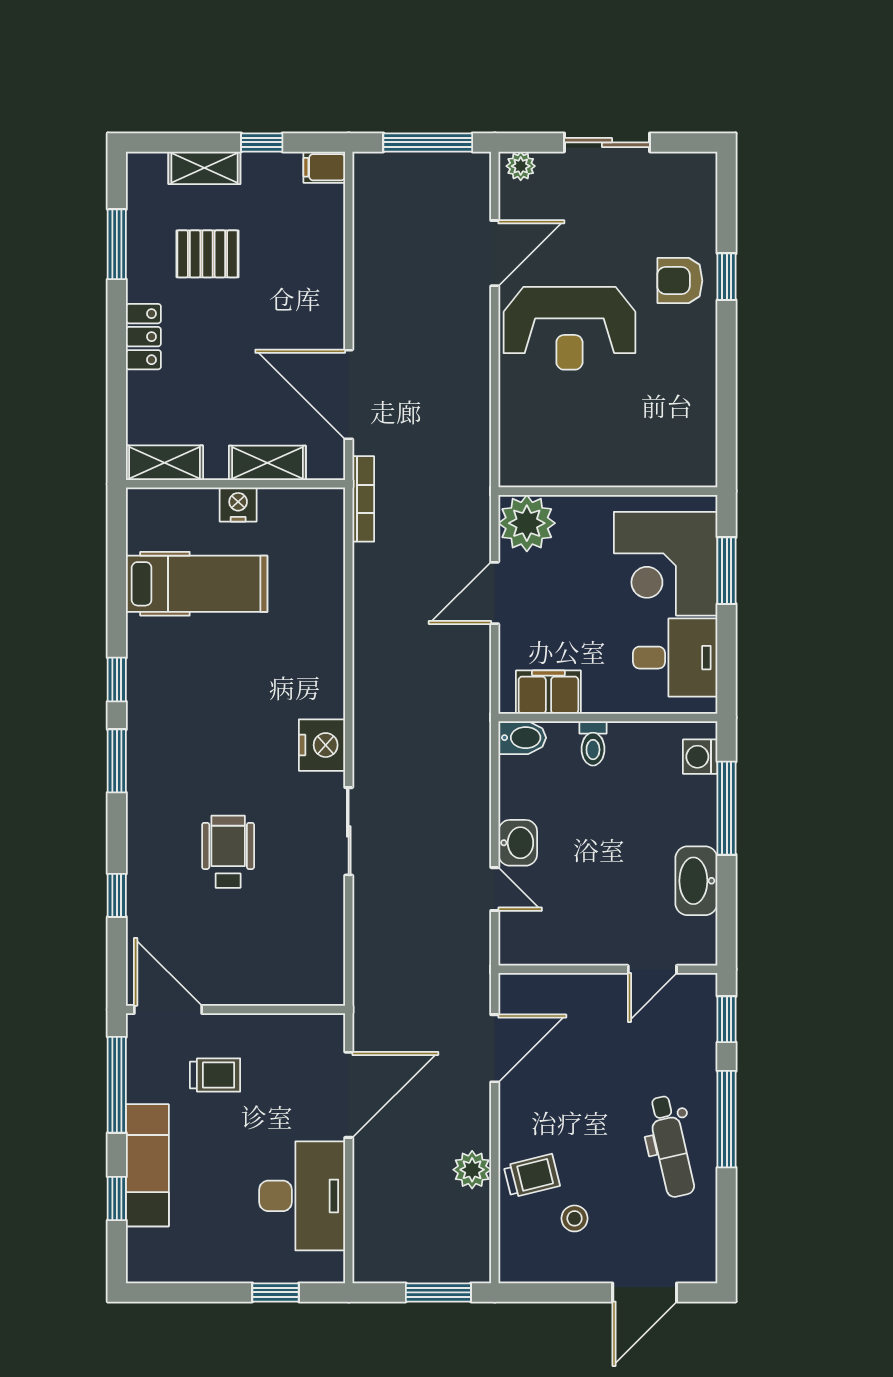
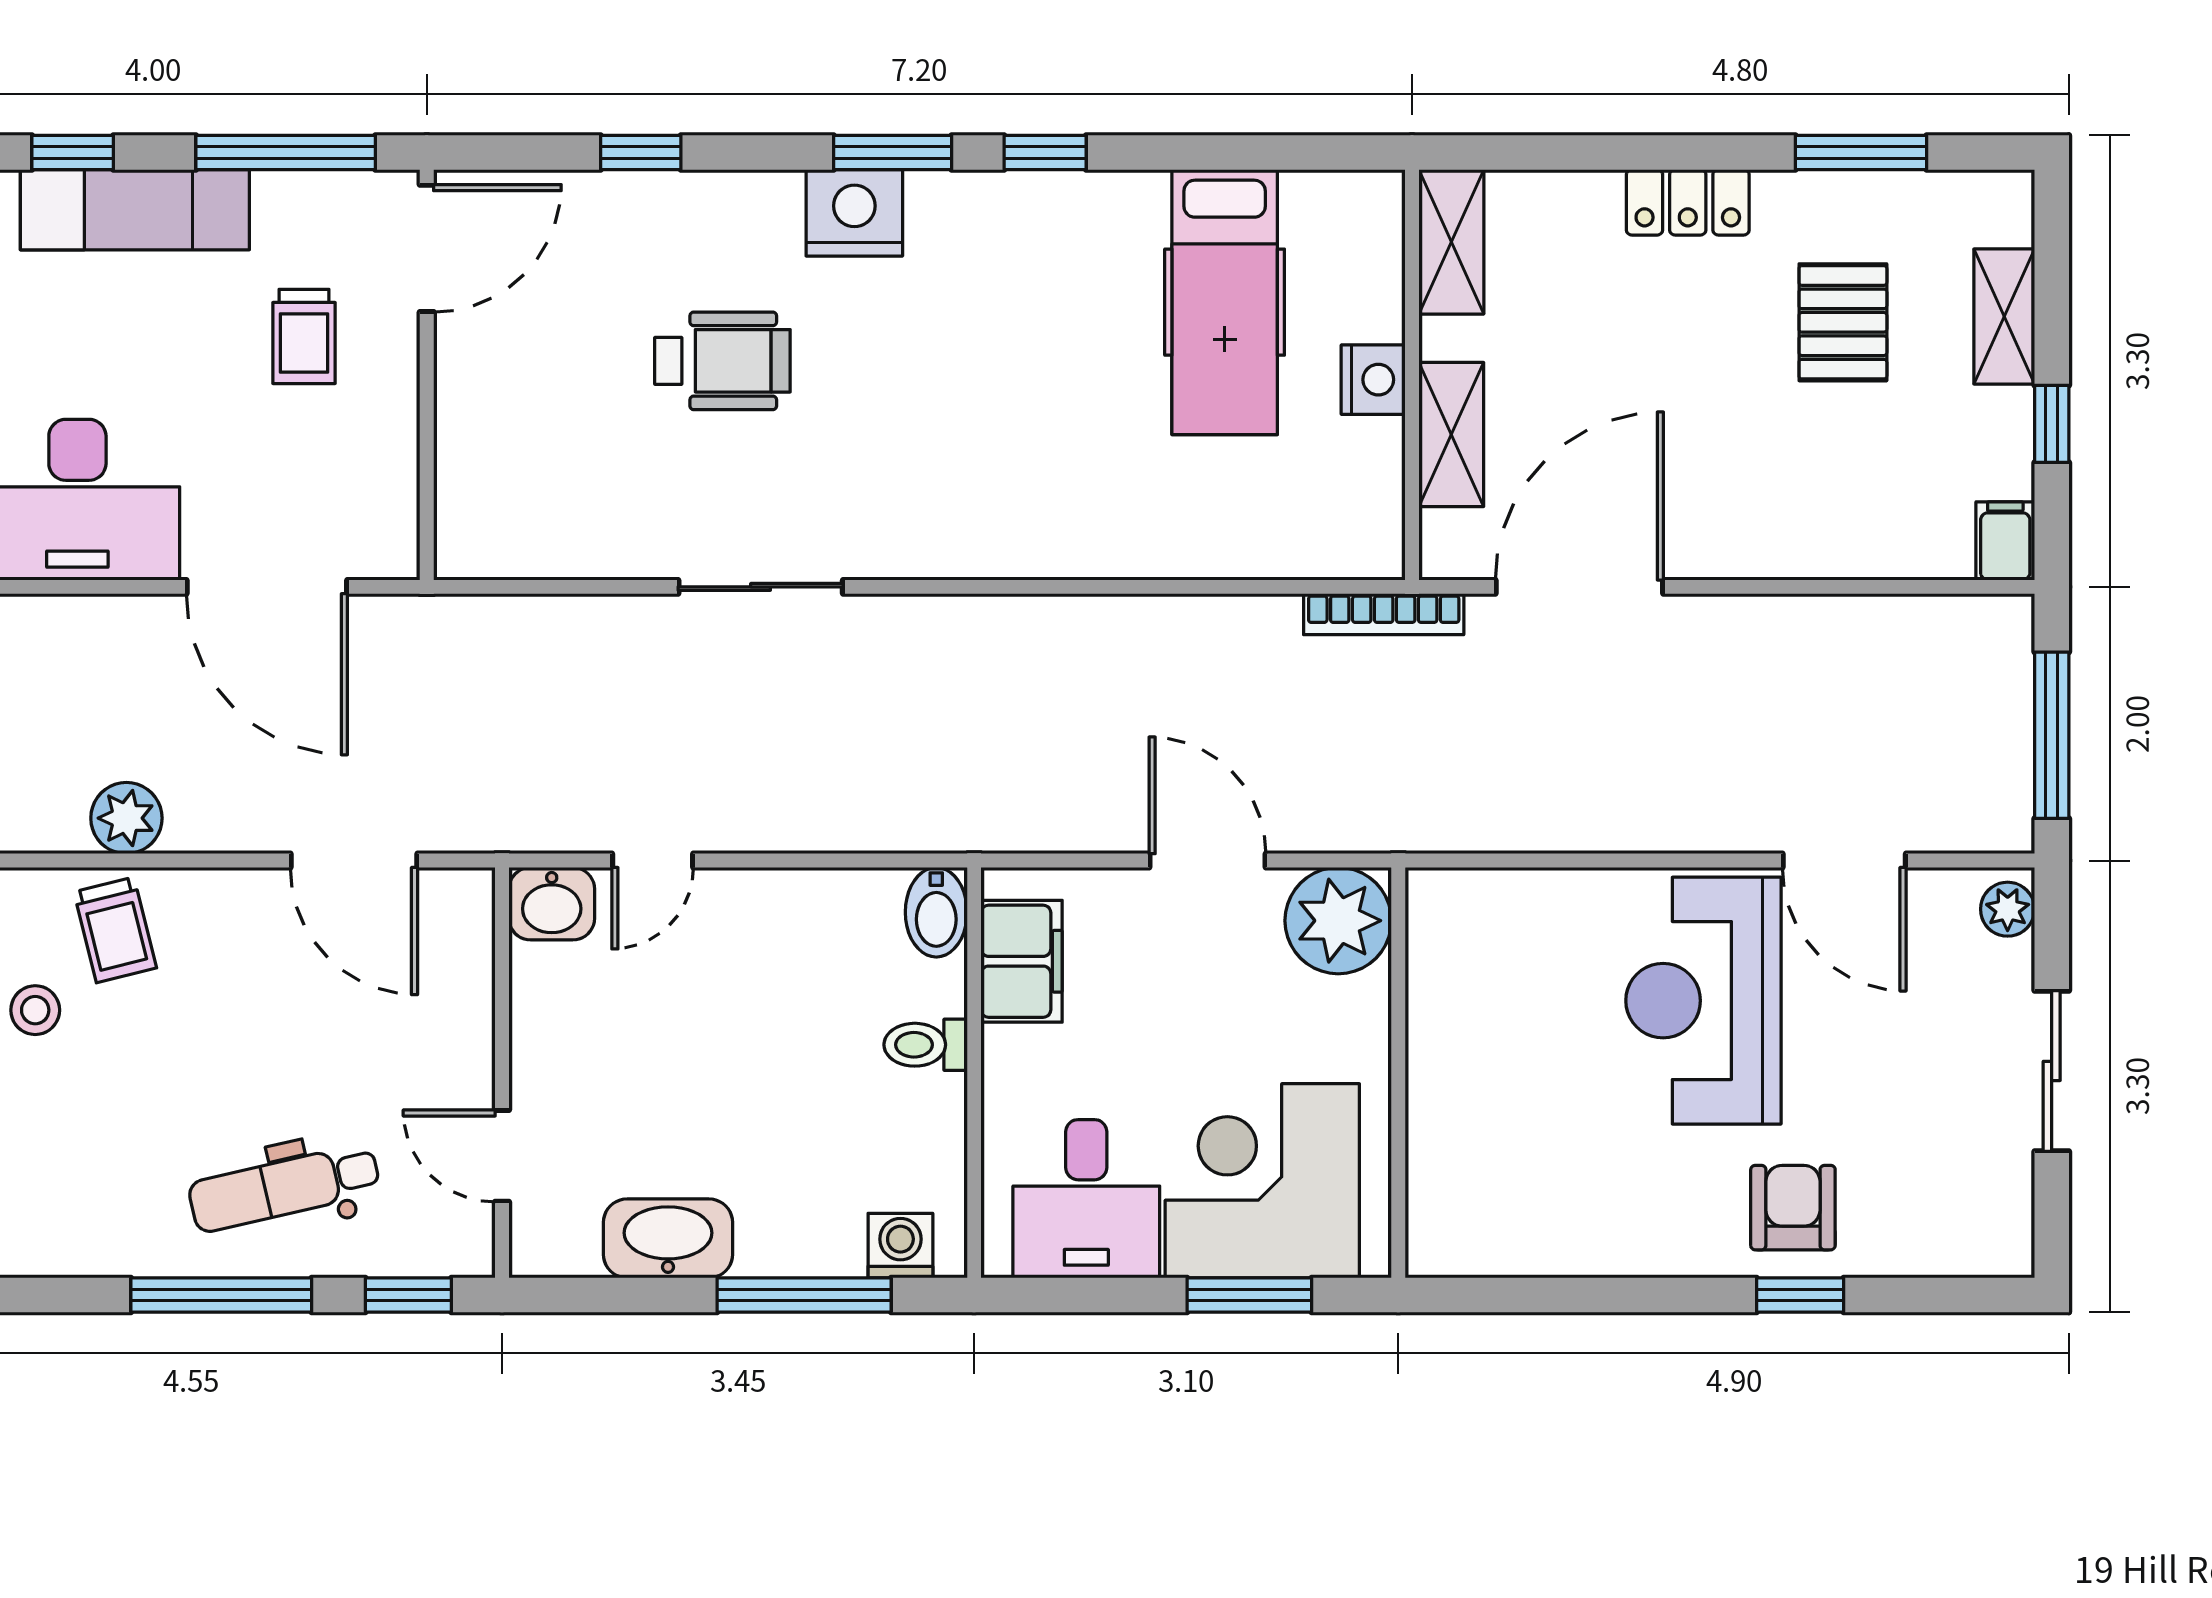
nightstand: (322, 745) -> (854, 213), moved, turned 180
washbasin: (518, 843) -> (552, 904), moved
dental chair: (671, 1146) -> (284, 1188), moved

